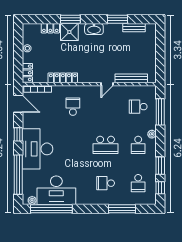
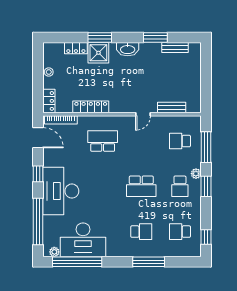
bench: (131, 78) -> (172, 107), width x0.73
school desk: (73, 107) -> (103, 141), width x1.85
window: (160, 166) -> (206, 186), moved
school desk: (106, 183) -> (141, 232), turned 180
school desk: (138, 183) -> (180, 232), turned 90
window: (122, 209) -> (149, 262), moved

